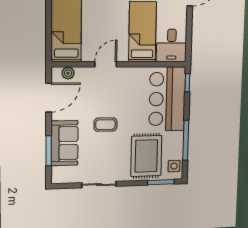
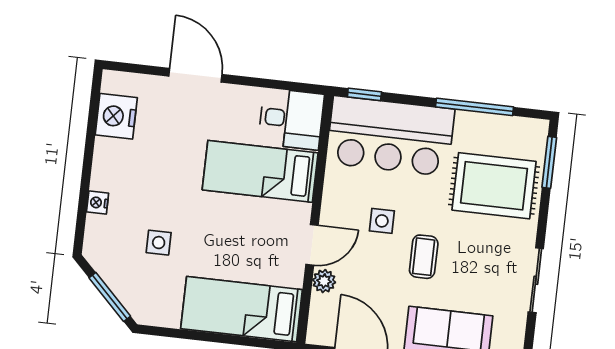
door: (106, 64) -> (312, 245), swing flipped
plant: (68, 73) -> (324, 281), moved
side table: (174, 166) -> (382, 221), moved

